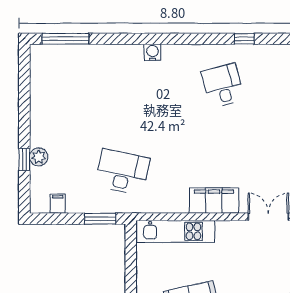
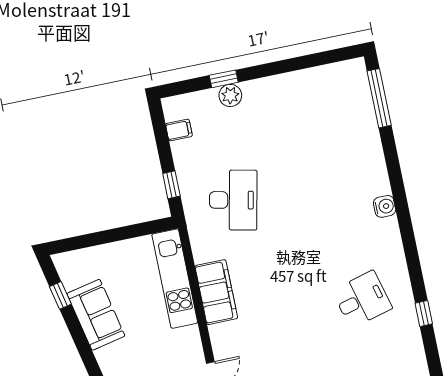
filing cabinet: (214, 201) -> (216, 292), moved
window: (100, 219) -> (171, 185), width x0.67

